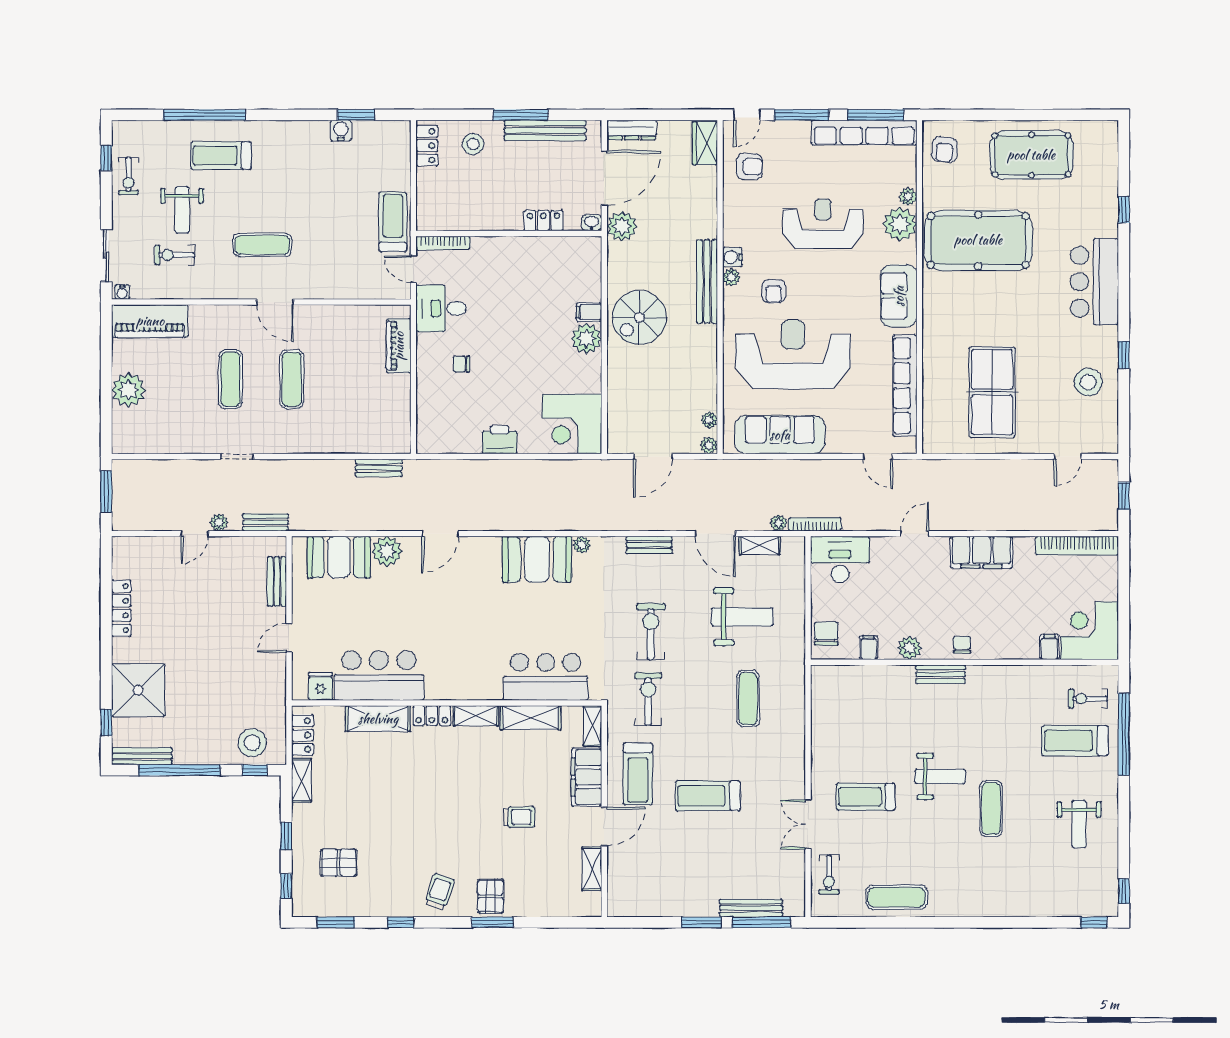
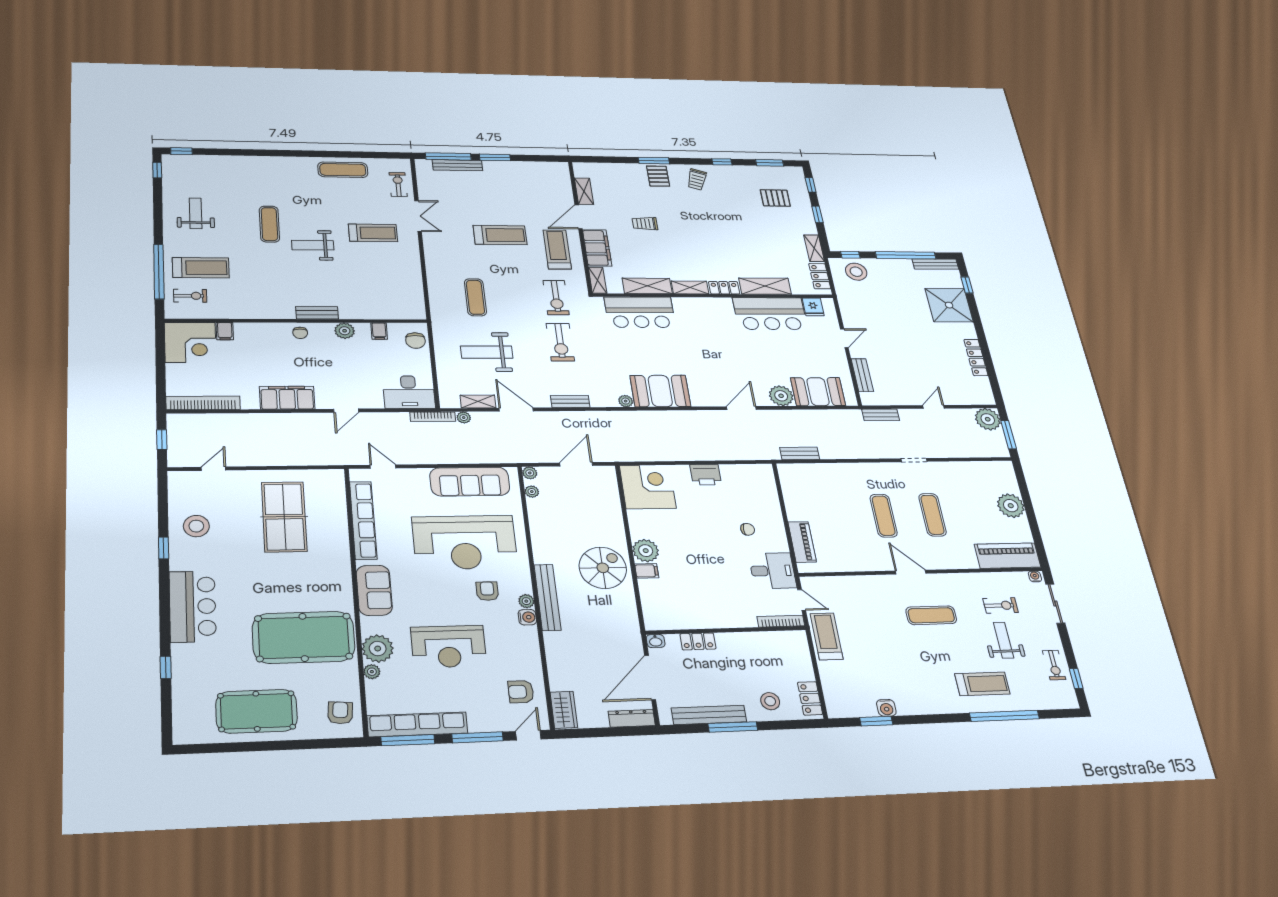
exercise bike: (128, 176) -> (1054, 665), turned 180
treadmill: (393, 222) -> (827, 636), turned 180
plant: (622, 226) -> (629, 639), removed
plant: (219, 522) -> (988, 419), moved, width x1.87, depth x1.87

